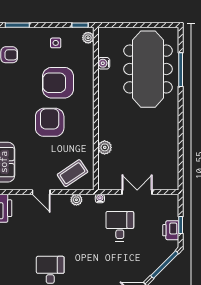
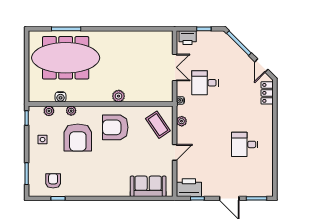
plant: (88, 38) -> (49, 111), moved
plant: (88, 75) -> (71, 111), added
armchair: (50, 122) -> (115, 127), moved
plant: (105, 147) -> (119, 96), moved
double door: (137, 192) -> (175, 67), swing flipped
printer: (171, 230) -> (188, 38), moved

